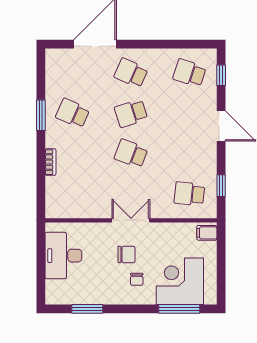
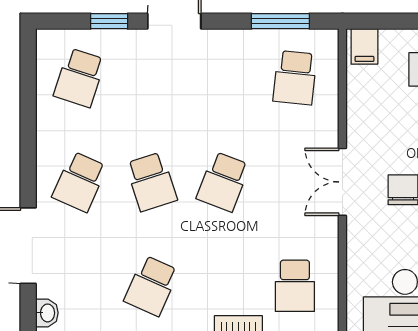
washbasin: (57, 55) -> (47, 313), added
window: (221, 75) -> (109, 21), moved
window: (221, 186) -> (280, 21), width x1.50
school desk: (73, 194) -> (295, 286), added

